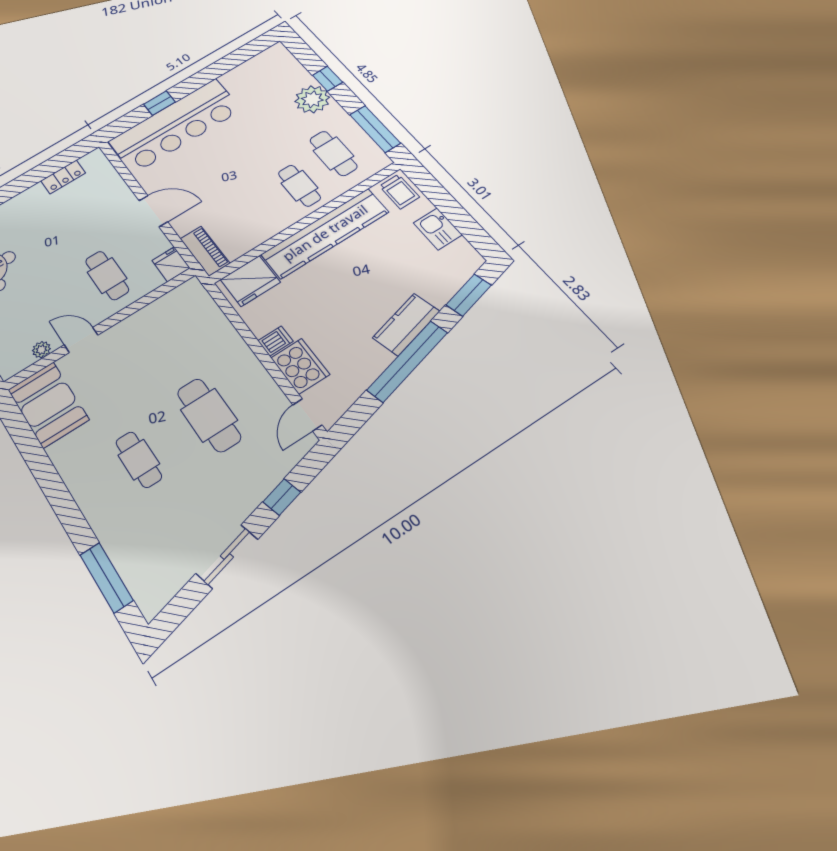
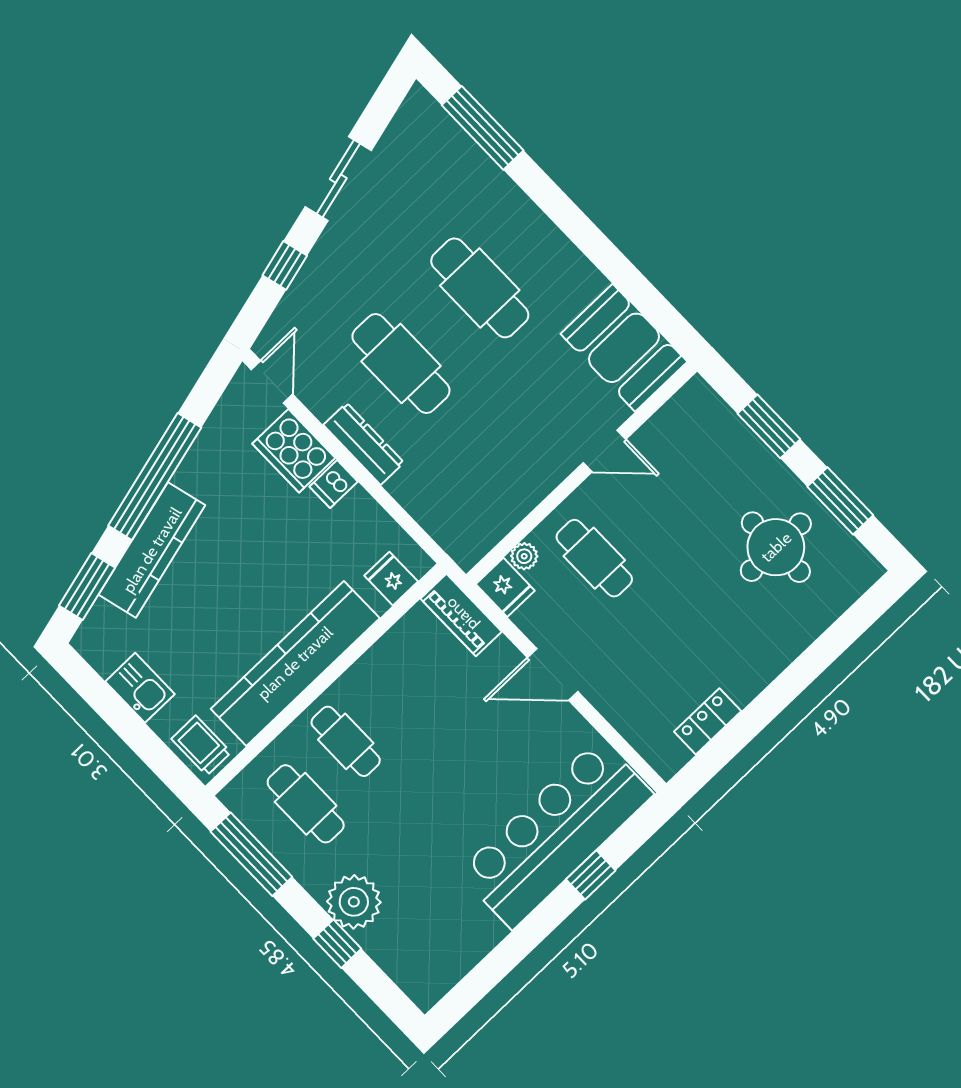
fridge: (250, 281) -> (391, 579), width x0.53, depth x0.75
kitchen counter: (406, 325) -> (152, 550), width x1.50
plant: (41, 350) -> (524, 556), moved
dresser: (248, 365) -> (364, 444), added
cafe table: (139, 460) -> (480, 288), width x1.37, depth x1.35

